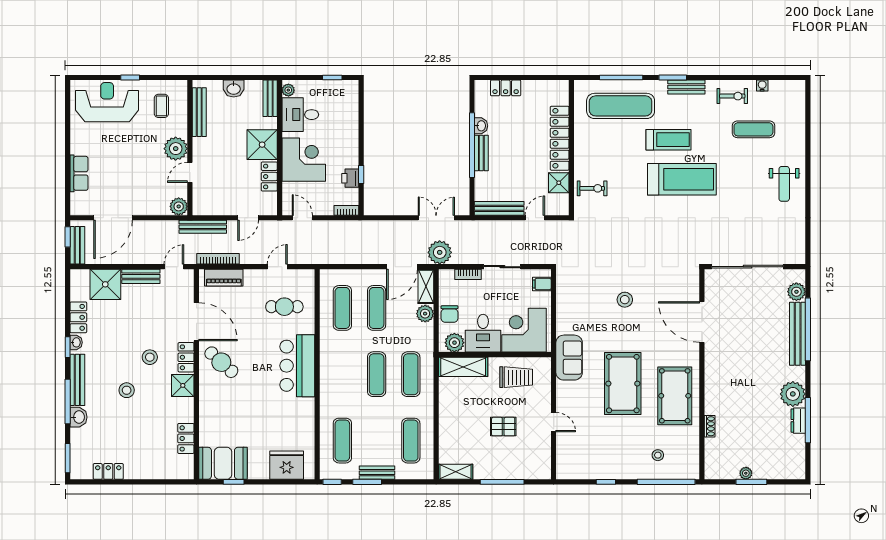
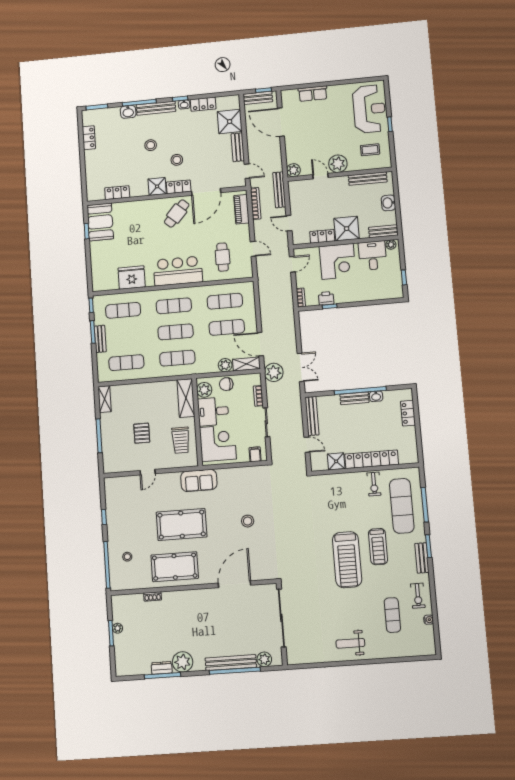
exercise bike: (592, 188) -> (374, 484), moved
exercise mat: (342, 374) -> (174, 306), added
fridge: (287, 465) -> (132, 278), moved, turned -90

